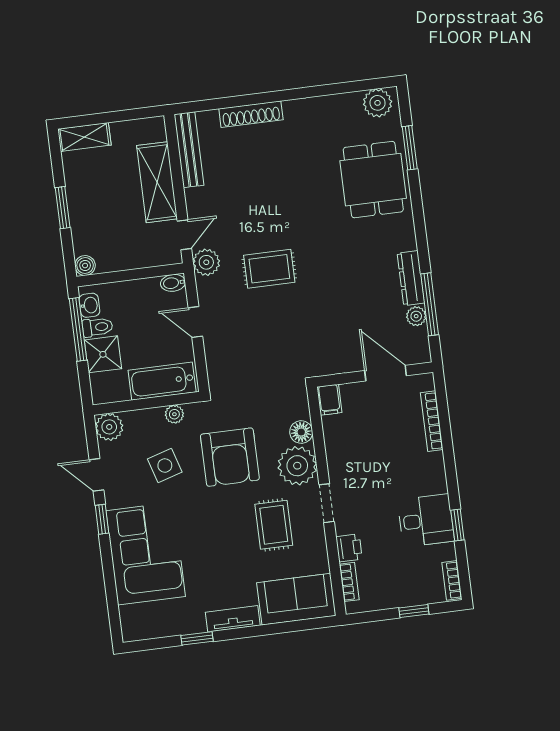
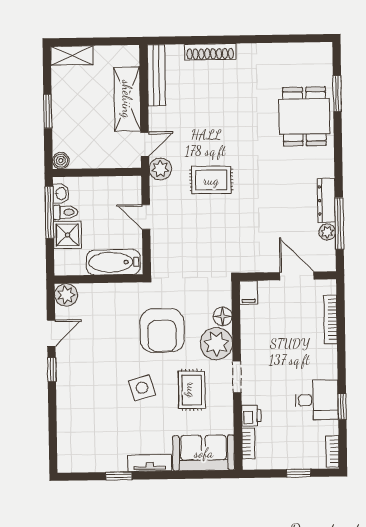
plant: (378, 103) -> (315, 54), removed
bidet: (173, 283) -> (131, 183), removed
plant: (174, 414) -> (120, 290), removed
side table: (165, 465) -> (142, 388), moved
door: (96, 475) -> (51, 333), swing flipped
corner sofa: (146, 554) -> (84, 402), removed

